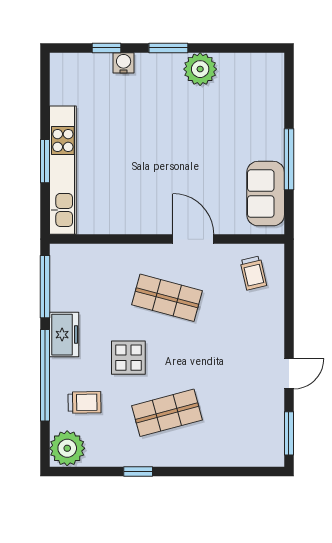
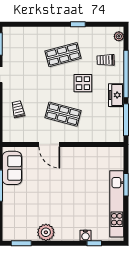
window: (168, 48) -> (21, 243), moved
kitchen unit: (63, 170) -> (117, 204), moved
trolley: (253, 273) -> (18, 109), moved
plant: (67, 448) -> (119, 36), width x0.53, depth x0.53

